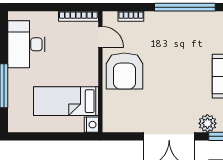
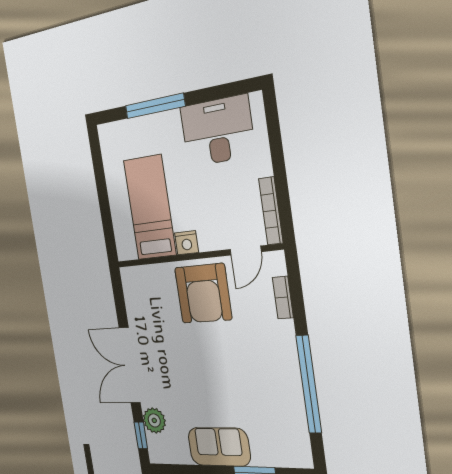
armchair: (124, 71) -> (203, 293), turned -90
nightstand: (91, 125) -> (187, 243), moved

